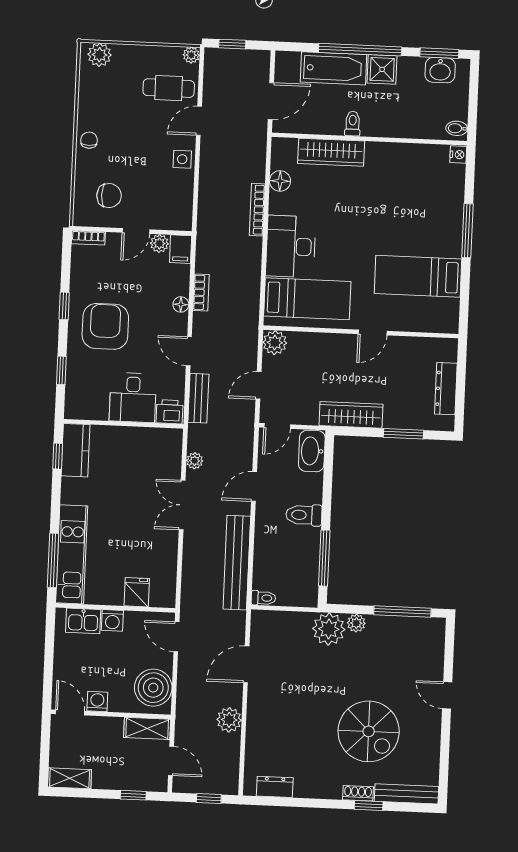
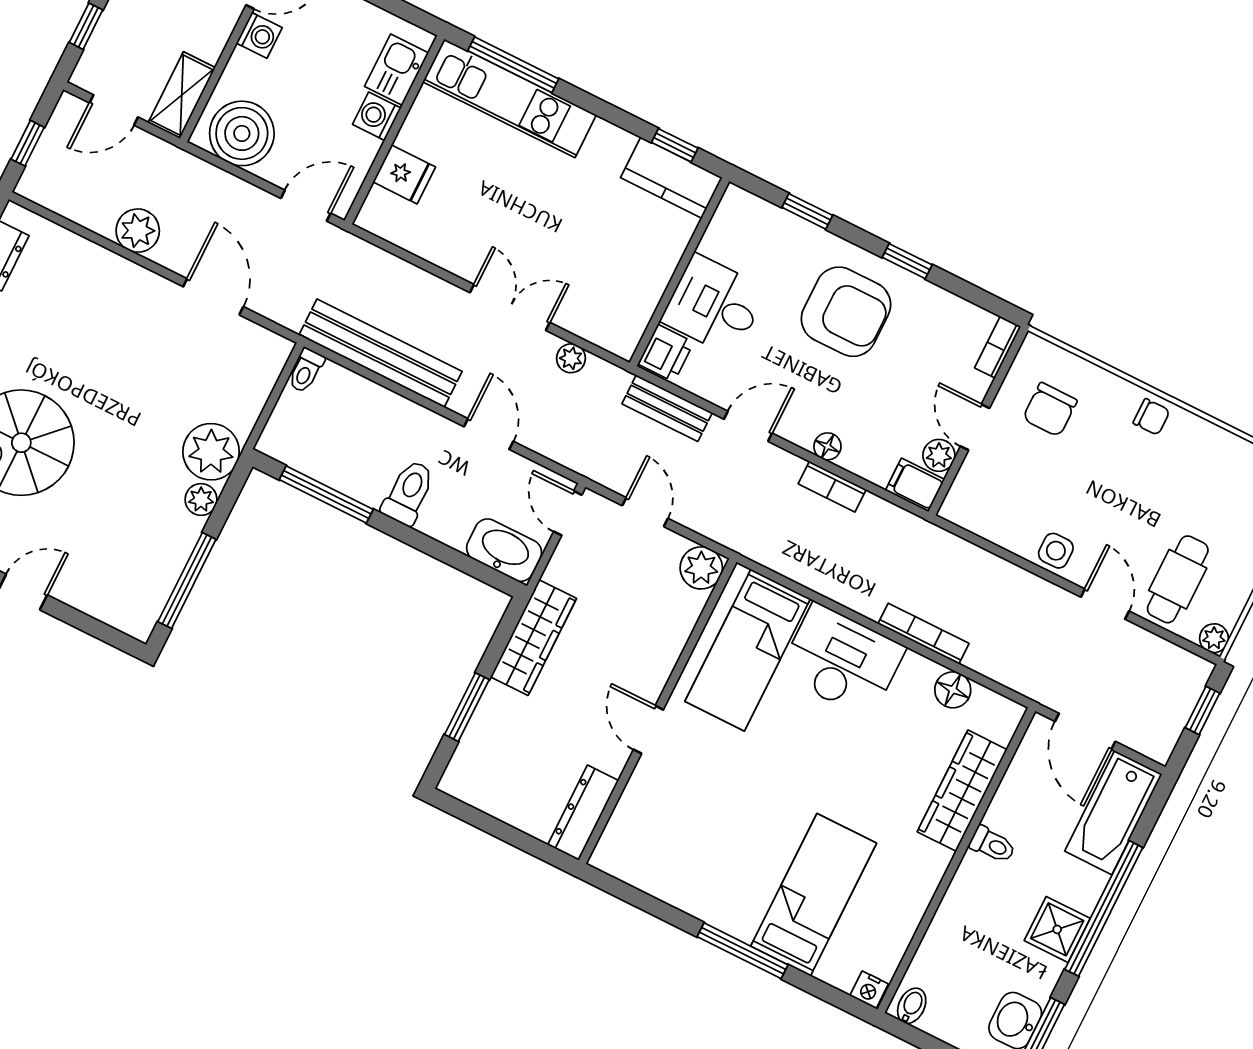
bathtub: (334, 68) -> (1113, 813), moved
bed: (418, 276) -> (814, 895), moved
dresser: (446, 389) -> (583, 813), moved, turned -90

